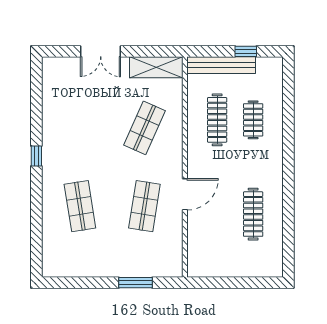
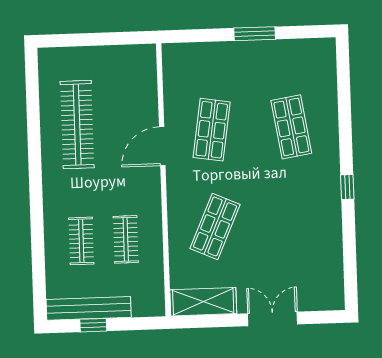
bench: (221, 65) -> (89, 308), moved
clothes rail: (217, 120) -> (126, 239), width x0.73
clothes rail: (253, 214) -> (77, 125), width x1.37, depth x1.31
window: (135, 283) -> (255, 34), moved

